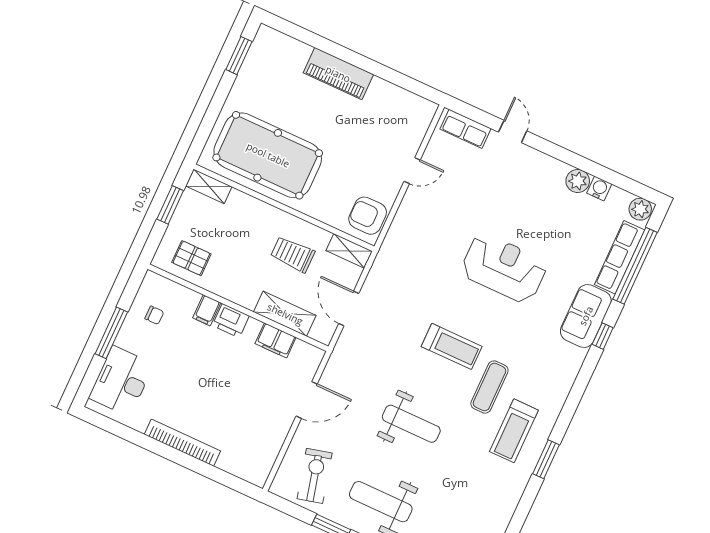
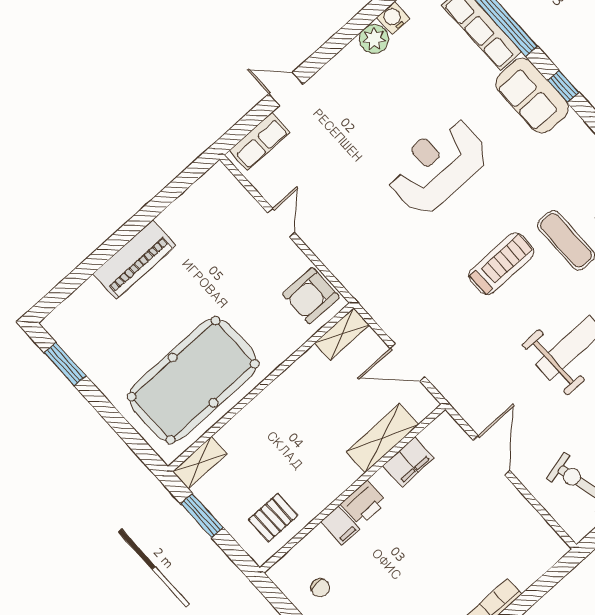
trolley: (293, 254) -> (318, 400), removed
chair: (154, 315) -> (320, 588), turned 90

